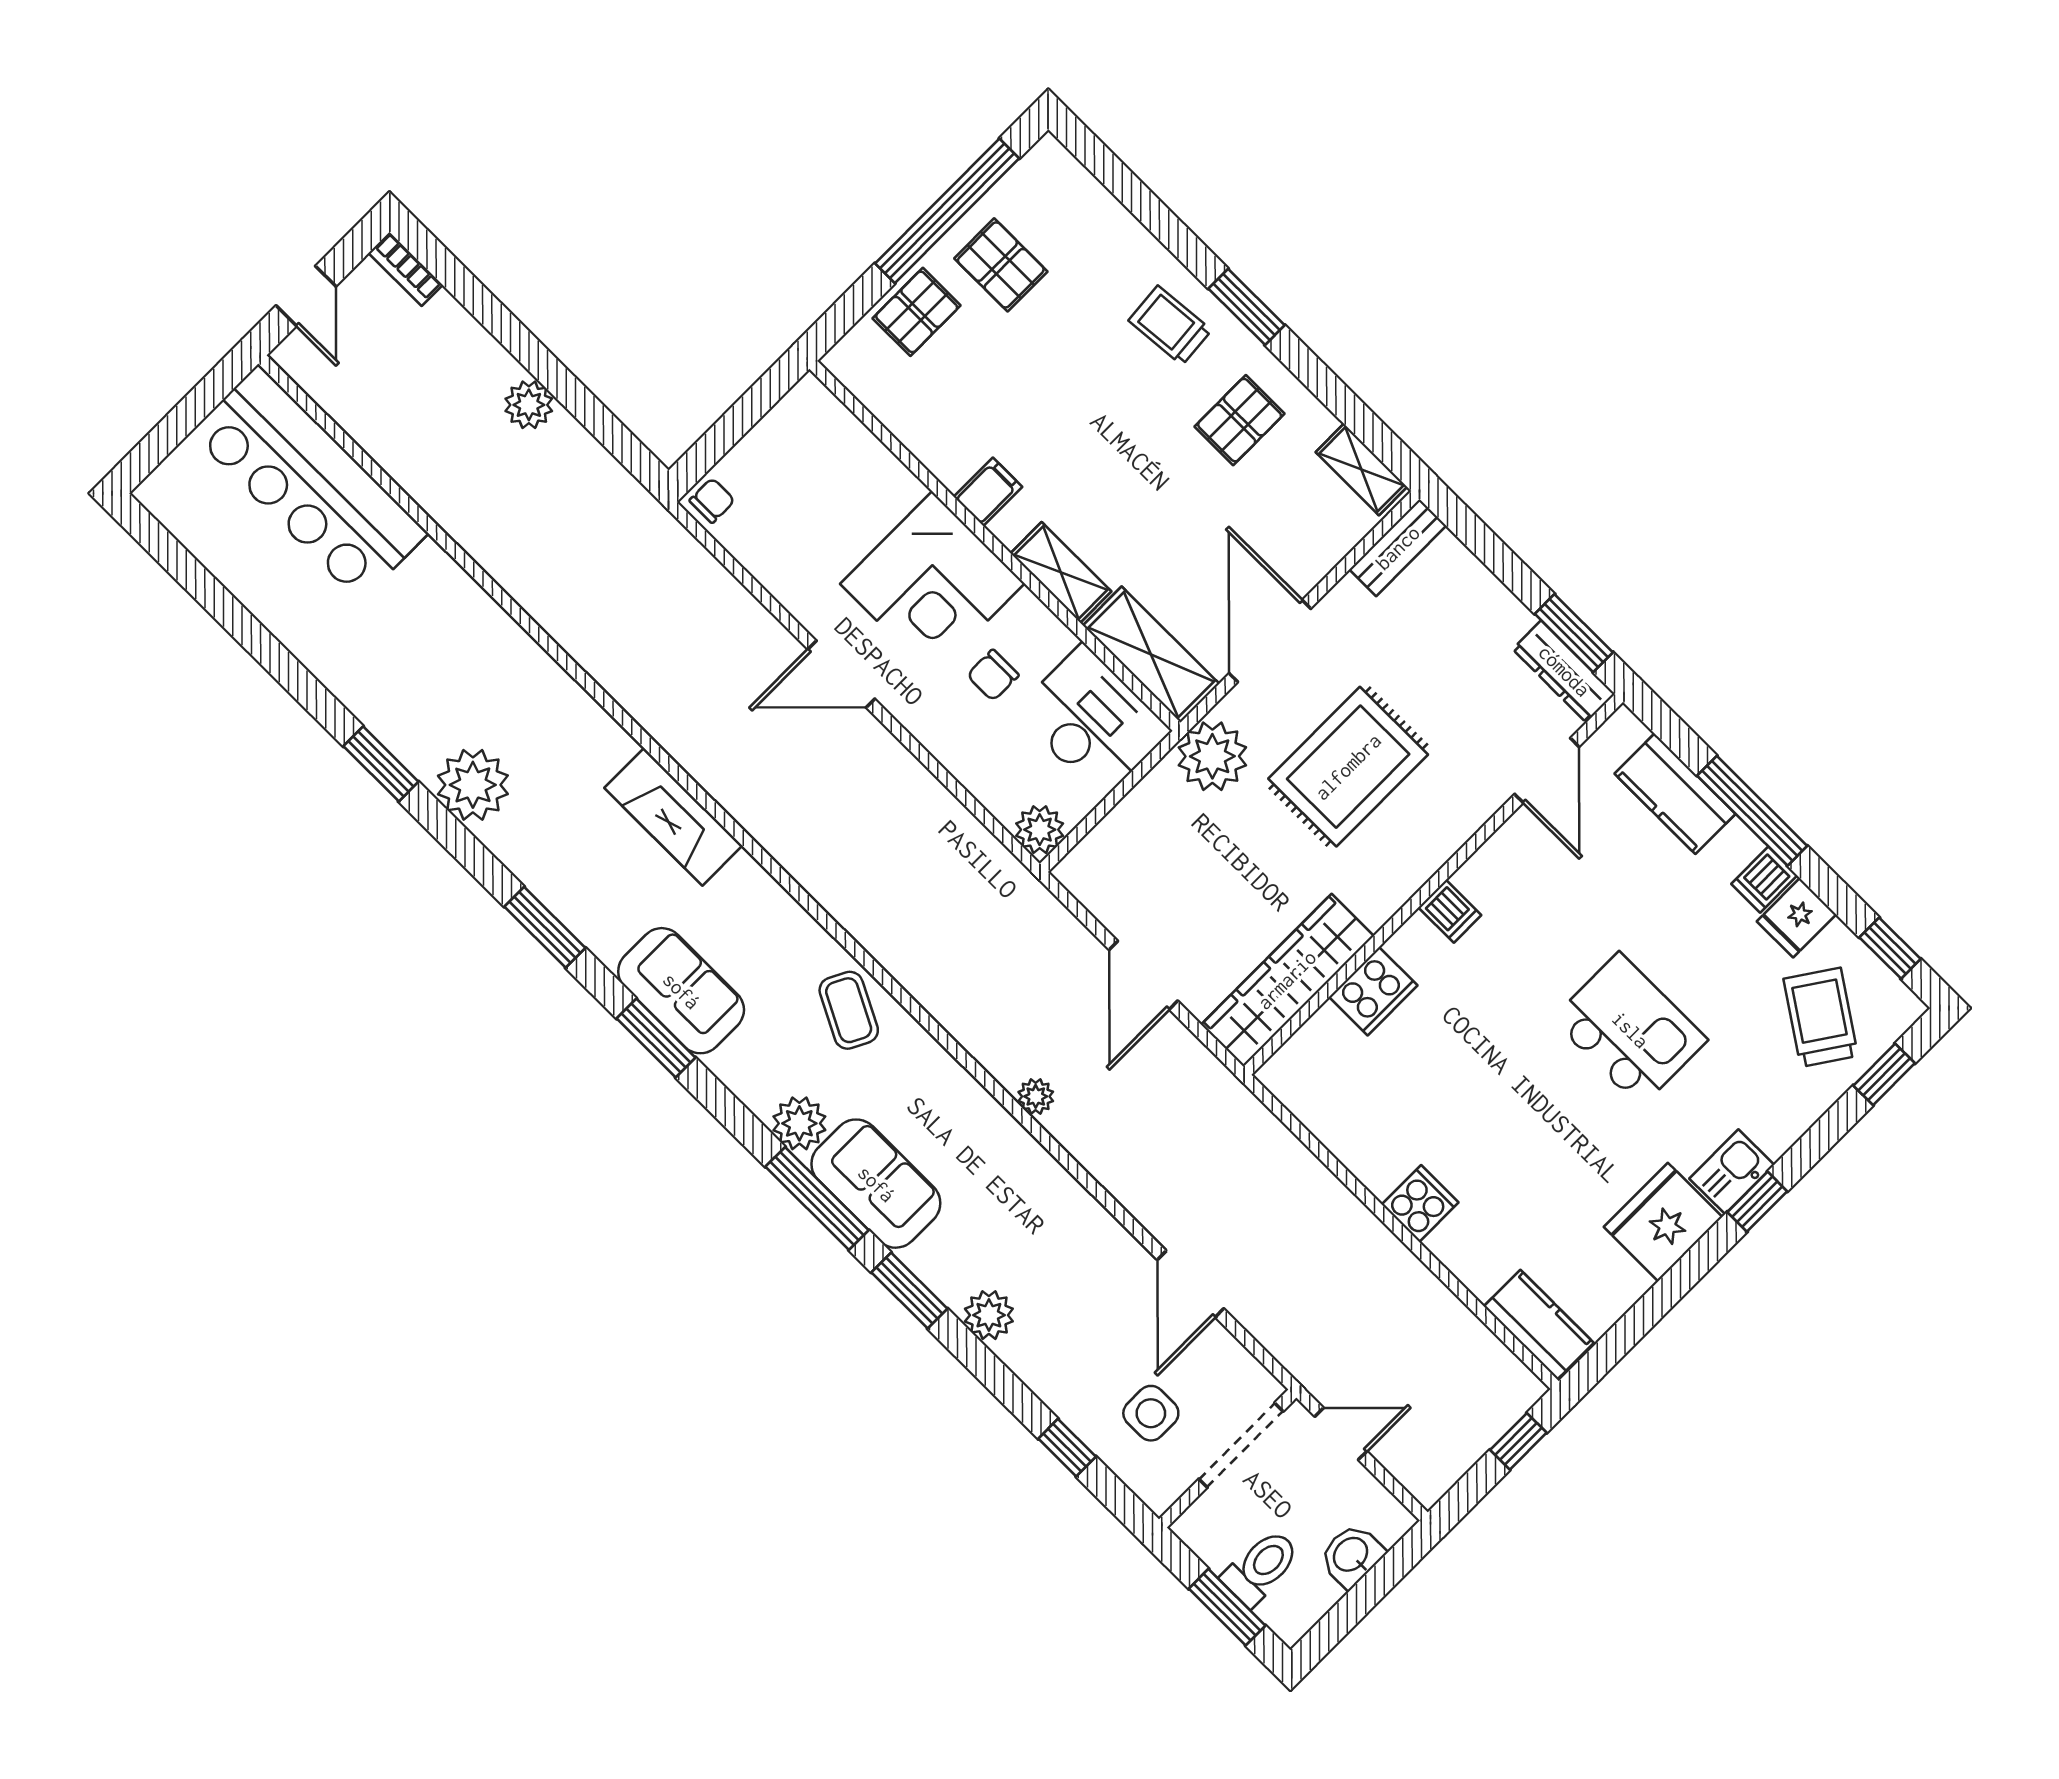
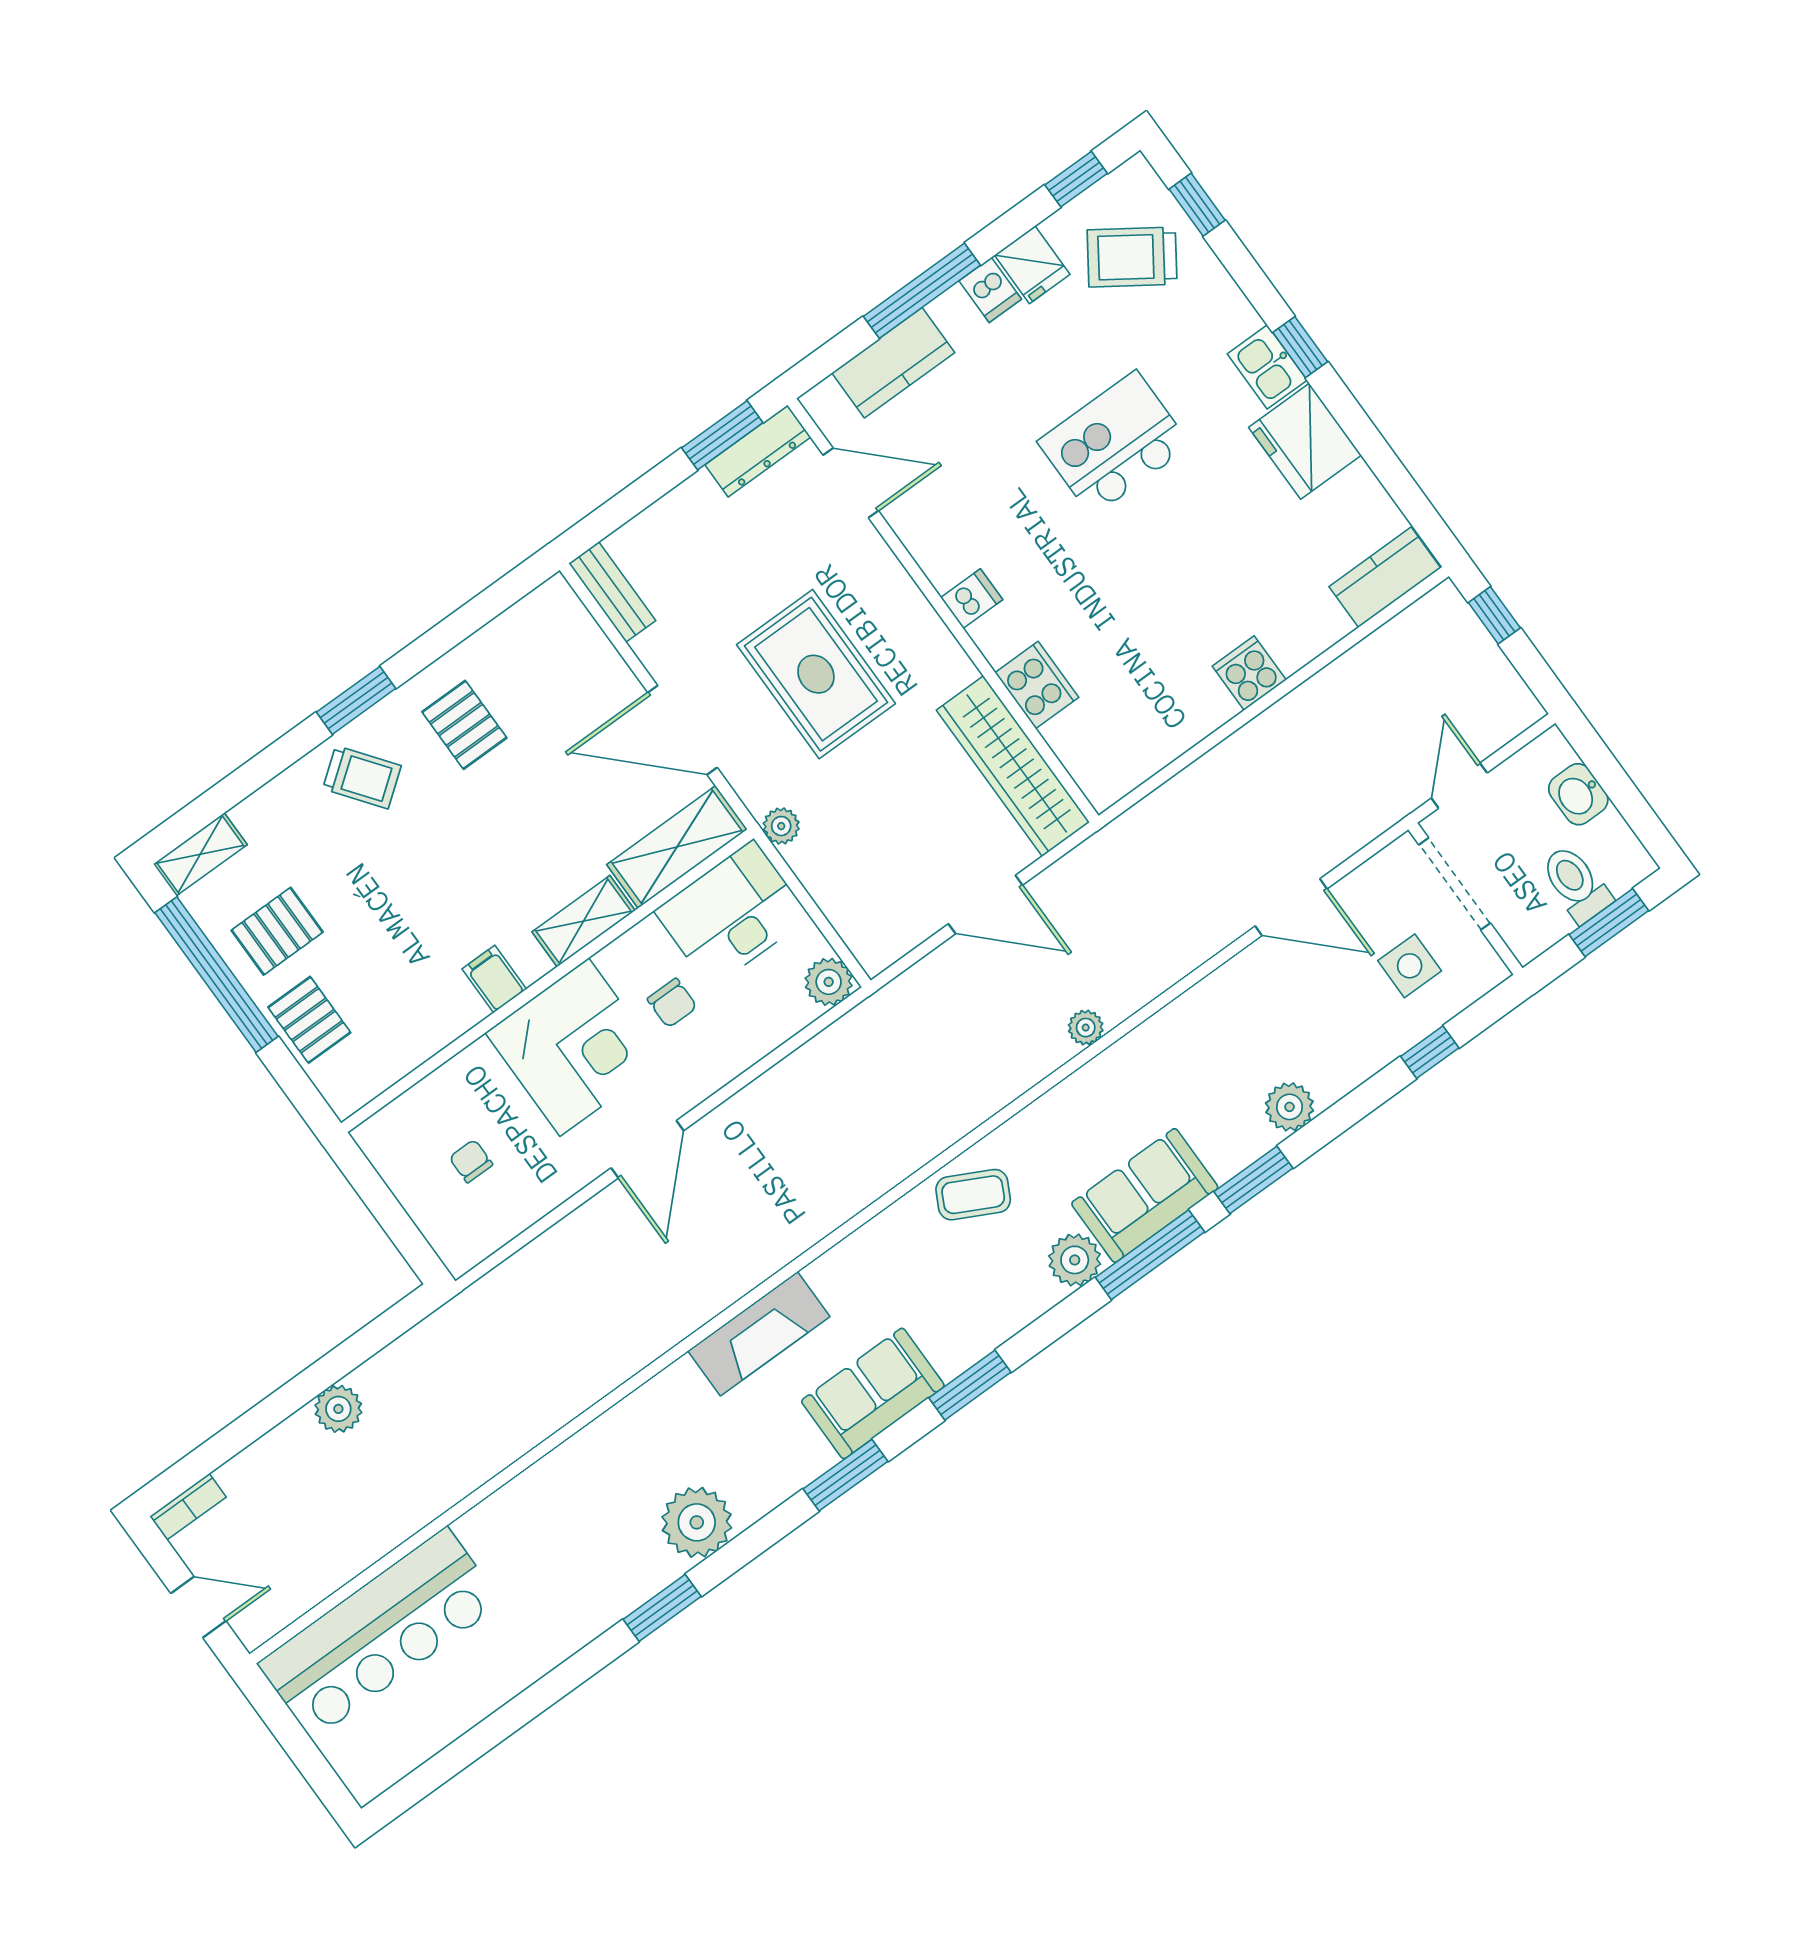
trolley: (1170, 325) -> (362, 777), turned -122
shelving: (1361, 469) -> (200, 854), moved
chair: (712, 500) -> (471, 1161), moved
plant: (1212, 756) -> (781, 826), width x0.53, depth x0.53
sofa: (681, 991) -> (873, 1393), moved

